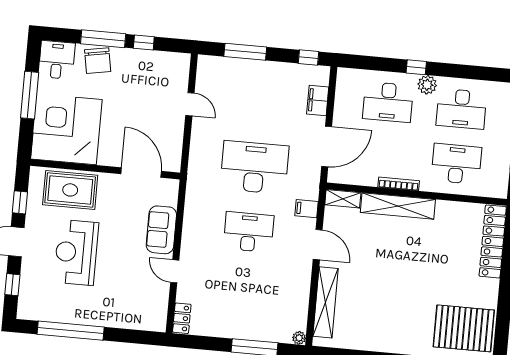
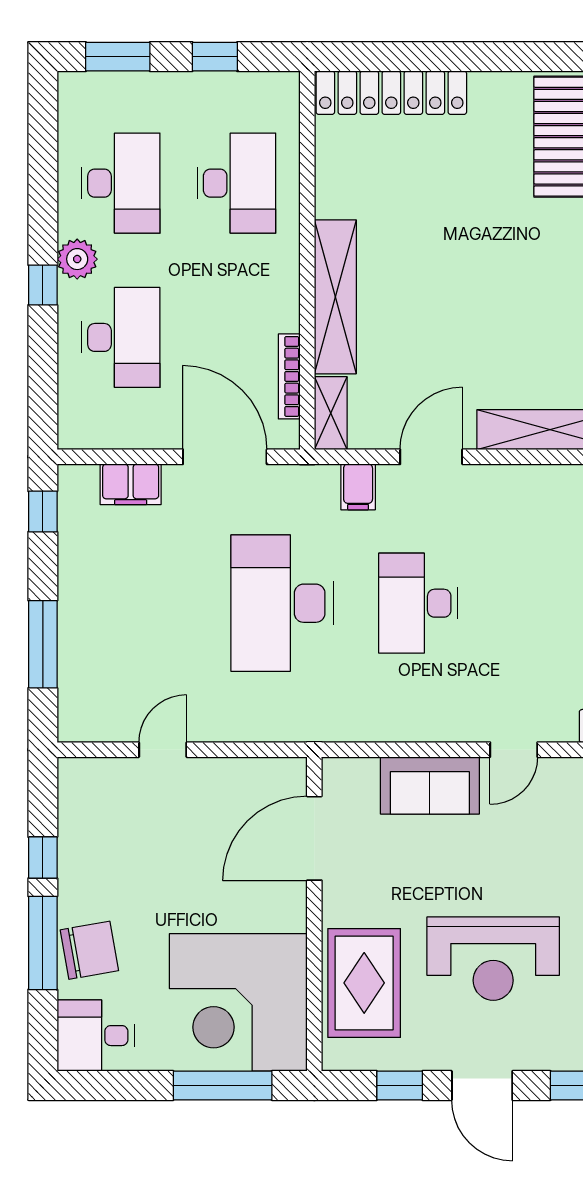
window: (30, 95) -> (223, 1086), moved
desk: (456, 164) -> (236, 183), turned 180
bookcase: (399, 184) -> (289, 376), moved

